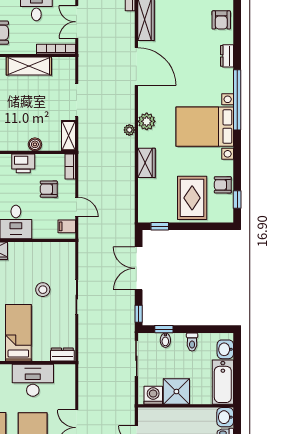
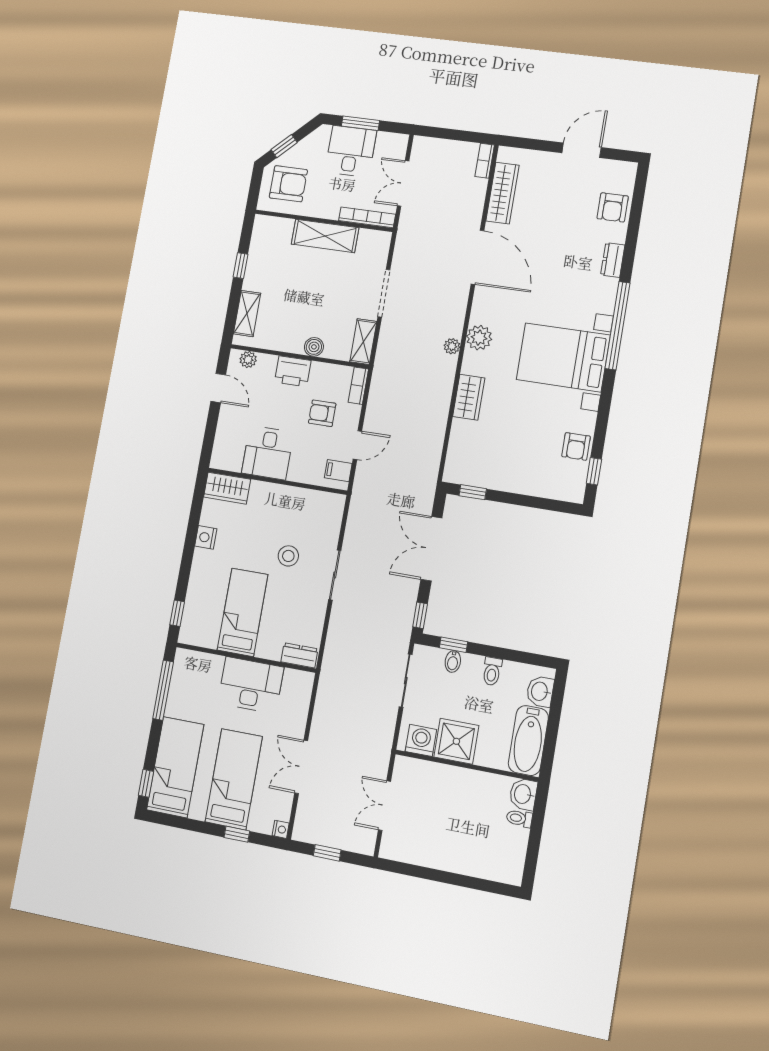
armchair: (223, 185) -> (576, 446), turned -90
rug: (192, 198) -> (527, 458), removed
door: (77, 207) -> (357, 445), hinge flipped

